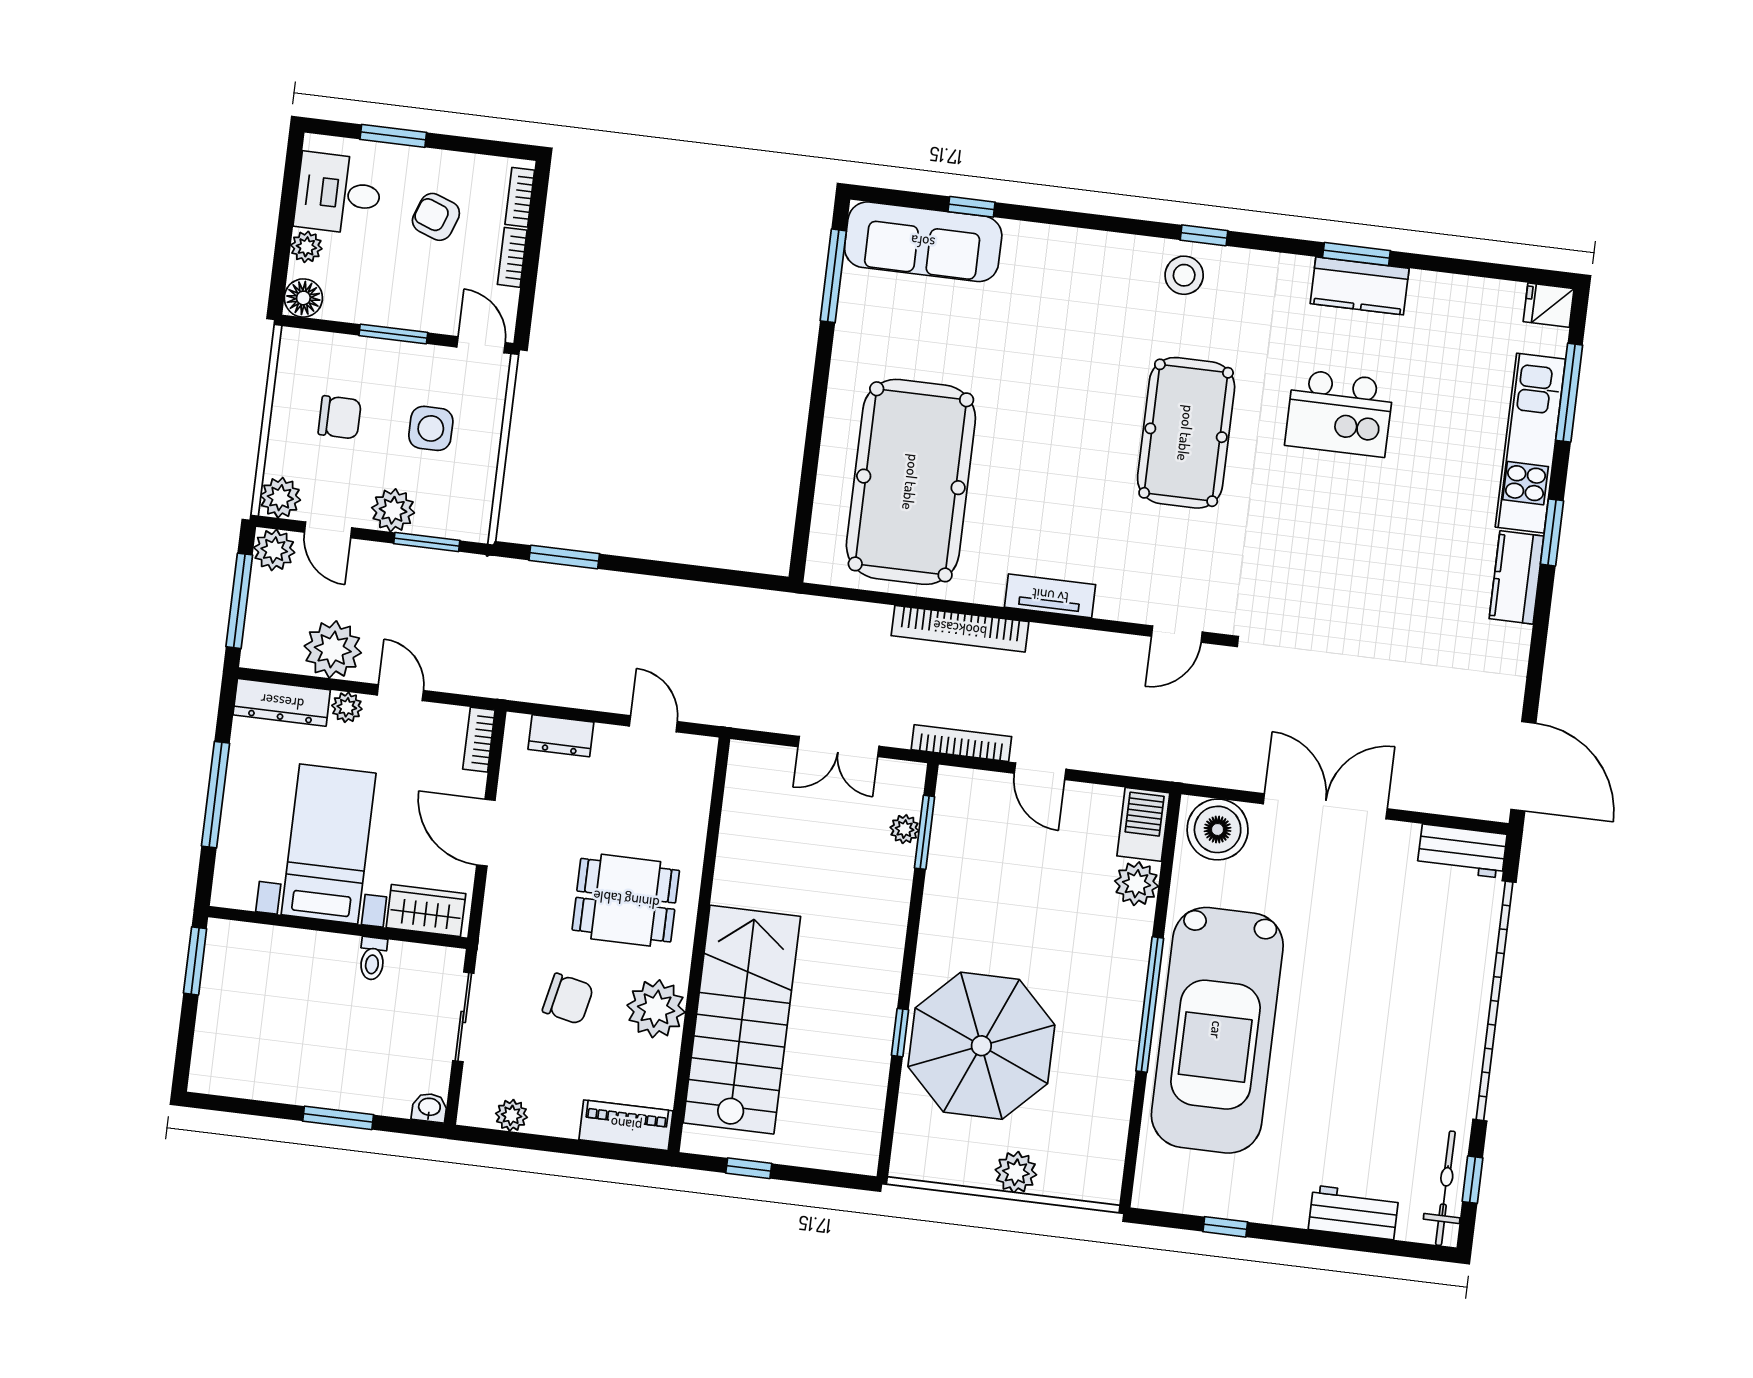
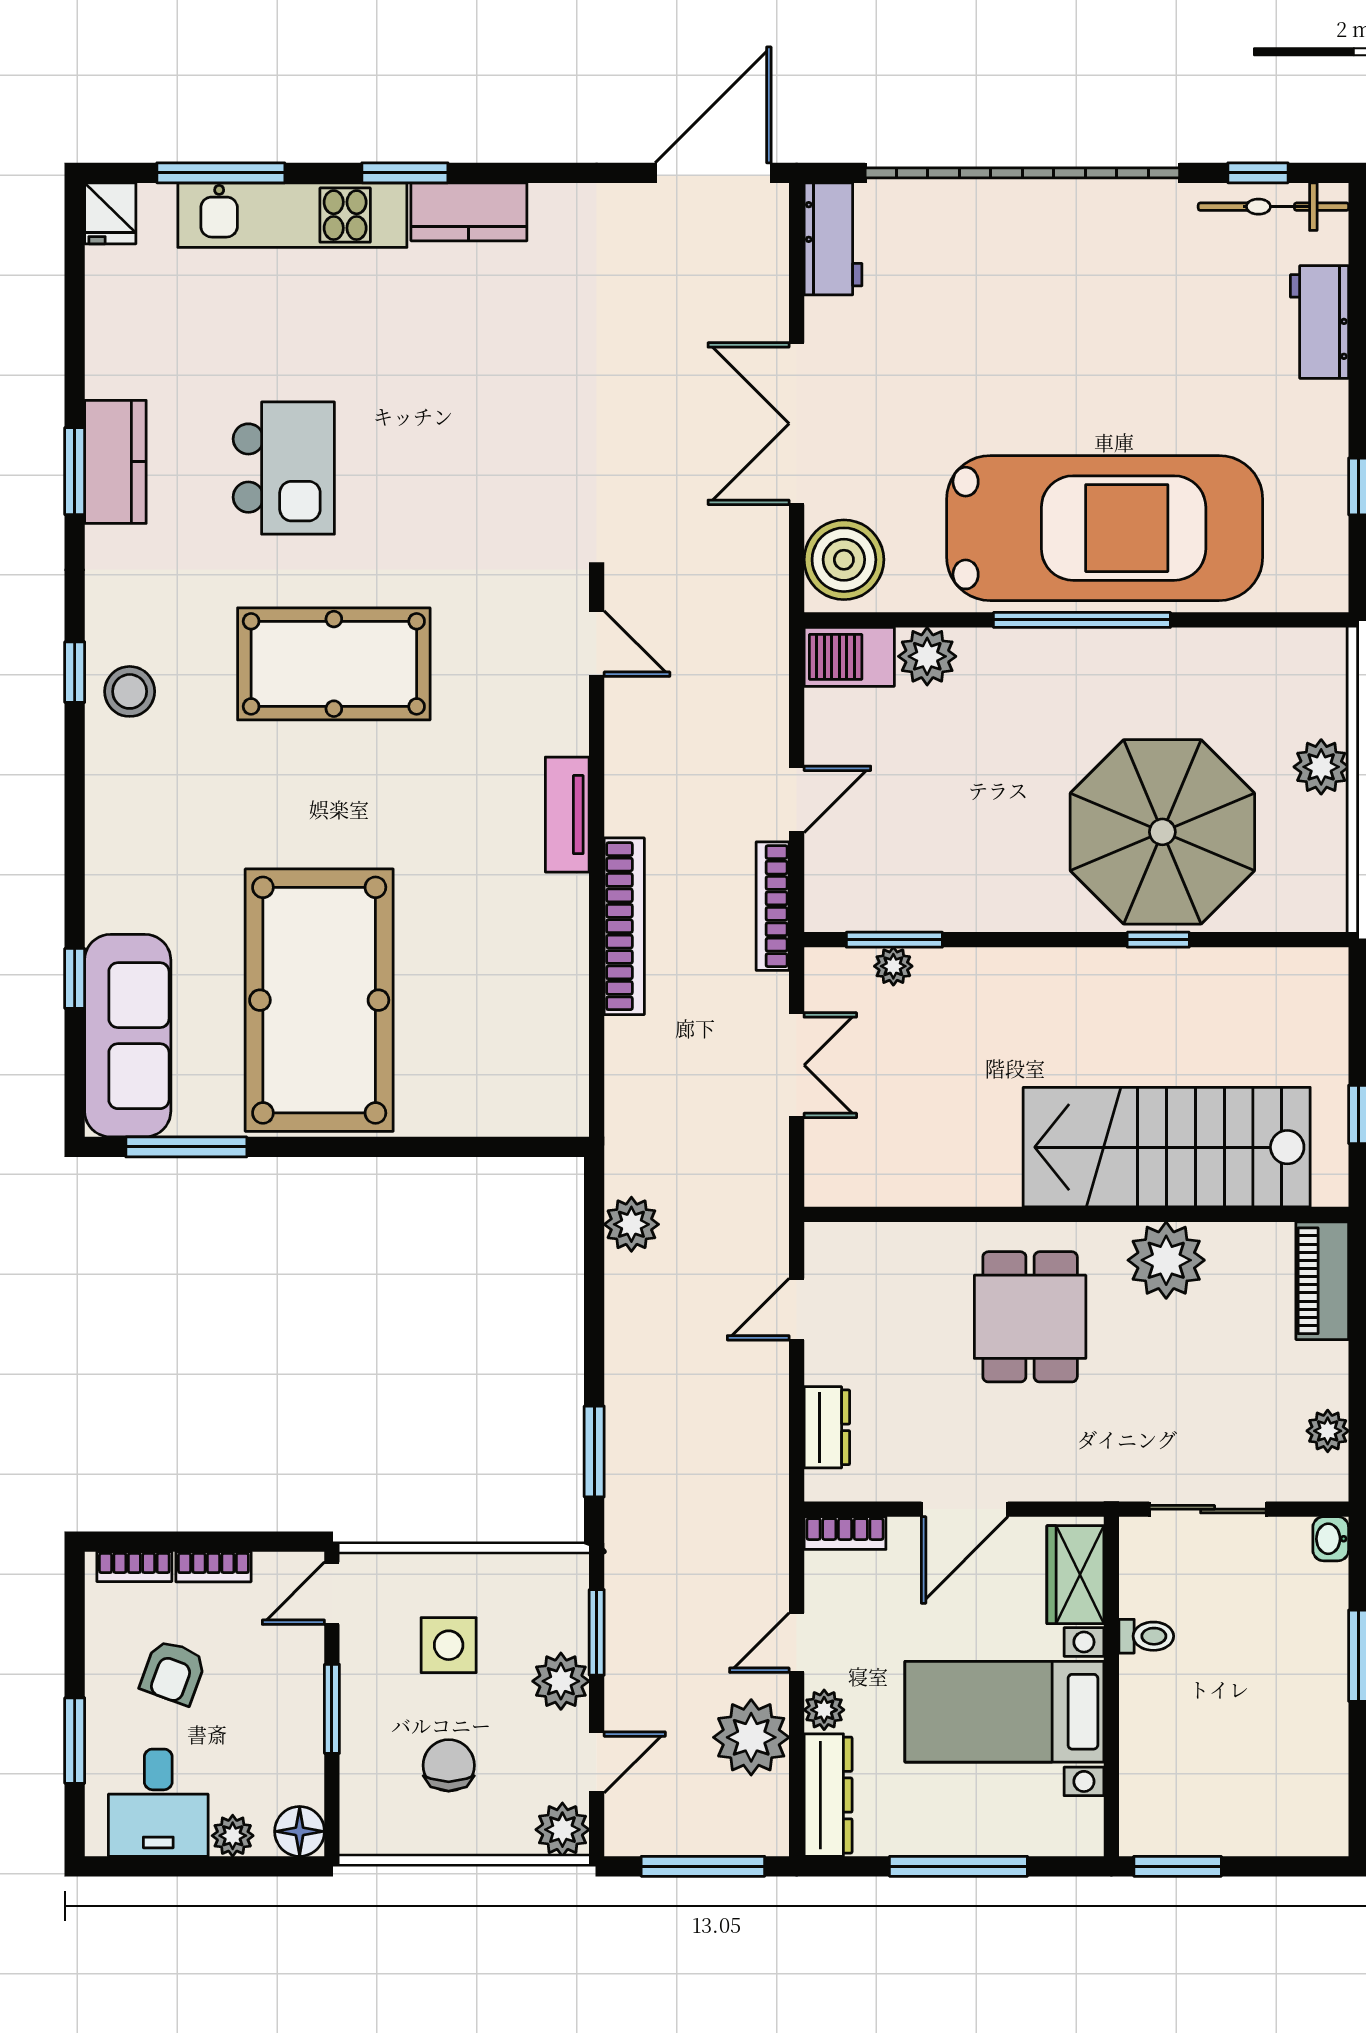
pool table: (911, 482) -> (319, 1000), moved, turned 90
plant: (274, 550) -> (631, 1224), moved
chair: (568, 999) -> (1167, 1376), removed

